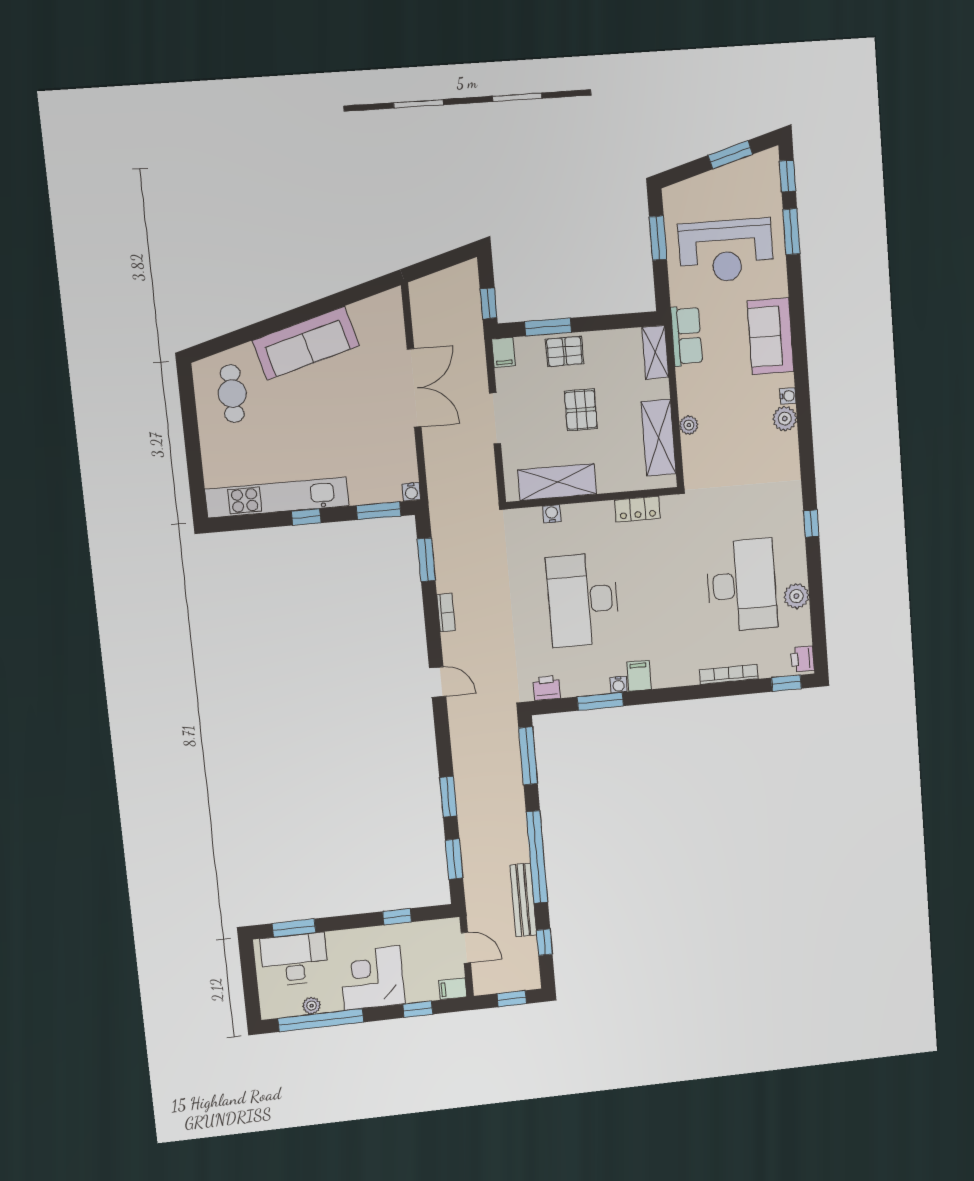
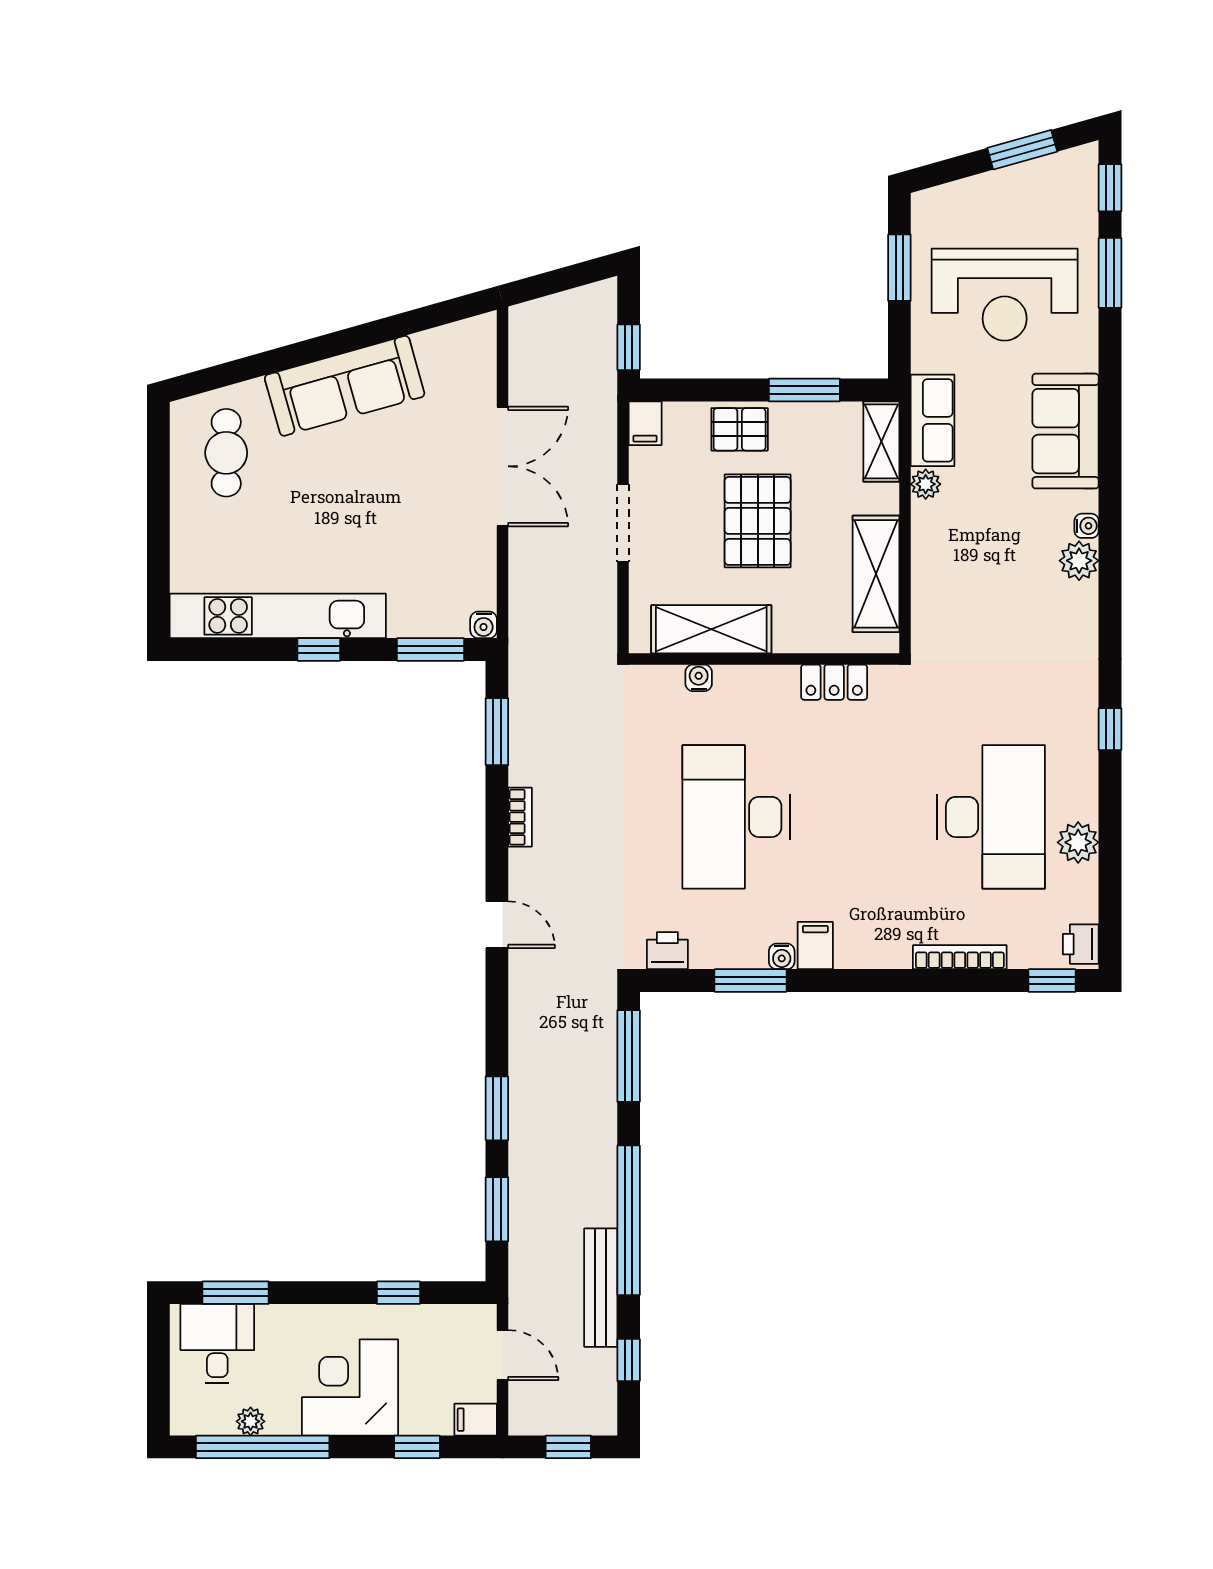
window: (548, 327) -> (804, 390), moved
pallet: (581, 410) -> (758, 521), width x1.50, depth x1.42
plant: (689, 425) -> (926, 484), moved
desk: (294, 960) -> (217, 1344), width x0.73

